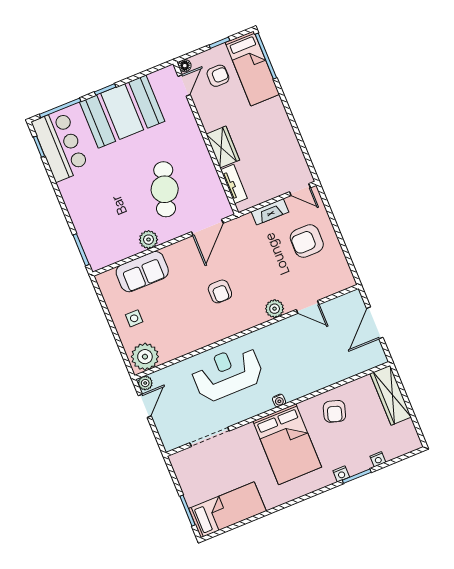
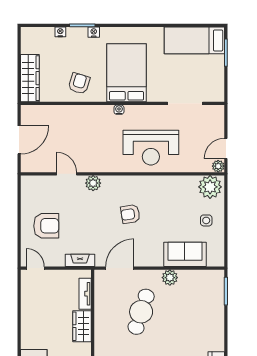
fireplace: (270, 212) -> (80, 260), moved
armchair: (220, 291) -> (130, 214), turned -99

